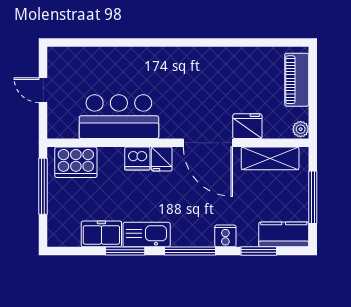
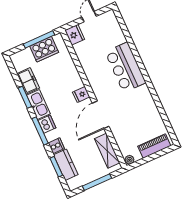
bar counter: (119, 117) -> (125, 67), moved, turned 180
fridge: (247, 126) -> (75, 35), moved
dishwasher: (137, 159) -> (47, 124), moved, turned 180
cooker: (76, 162) -> (44, 49), moved, turned -90
kitchen counter: (284, 234) -> (66, 165), moved

